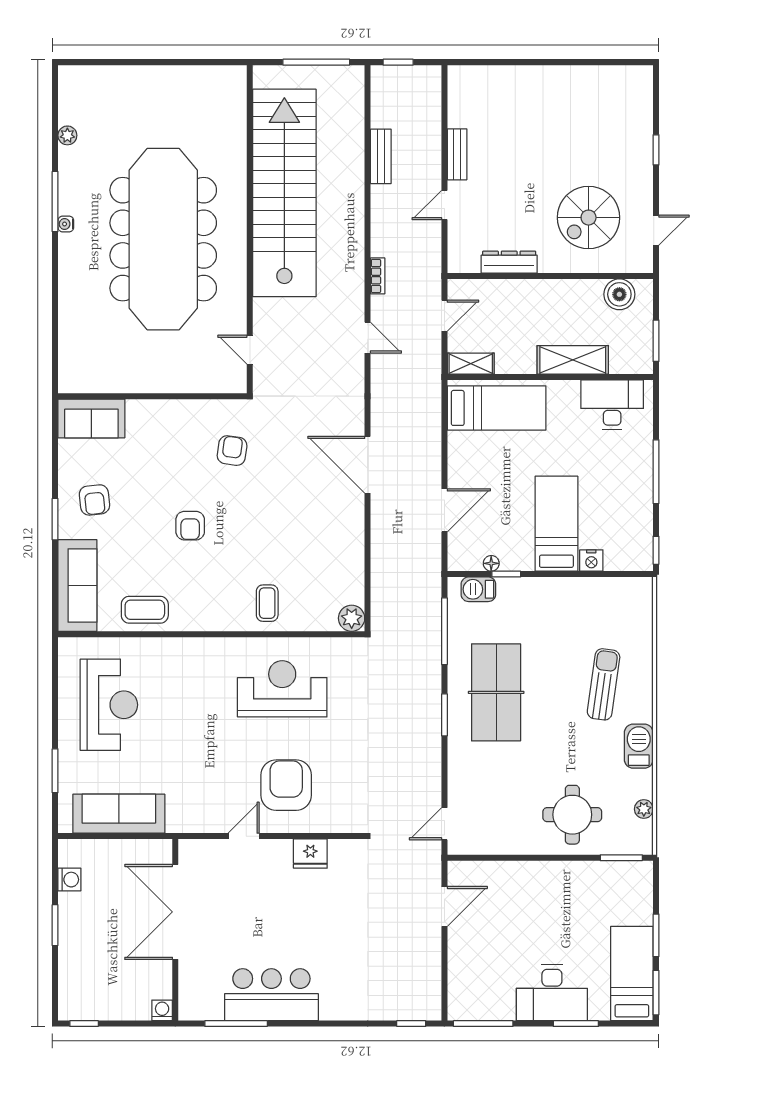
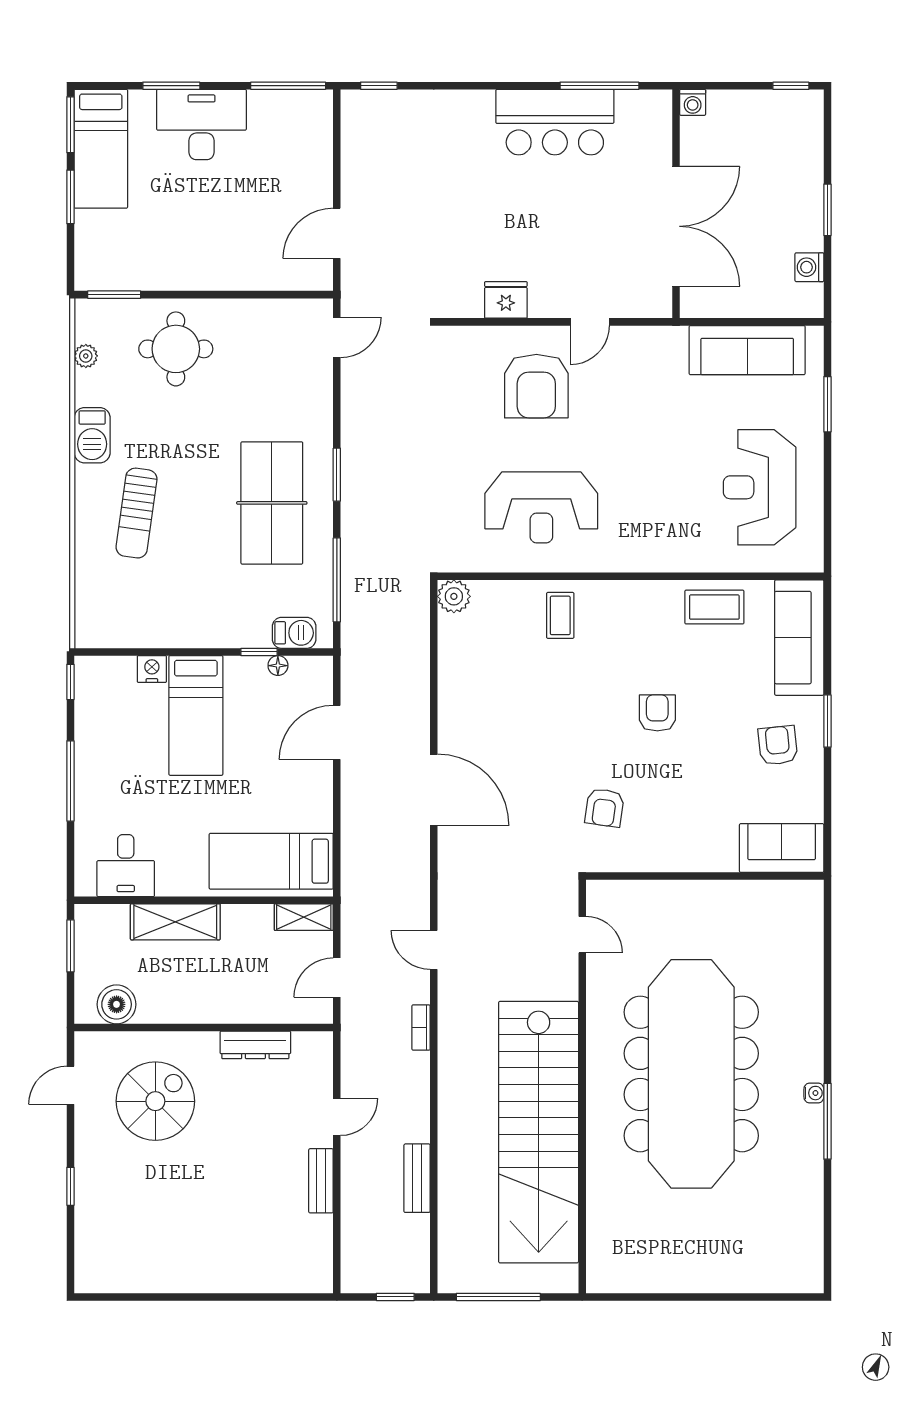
plant: (67, 135) -> (812, 1205), removed
desk: (612, 404) -> (126, 866), width x0.73

